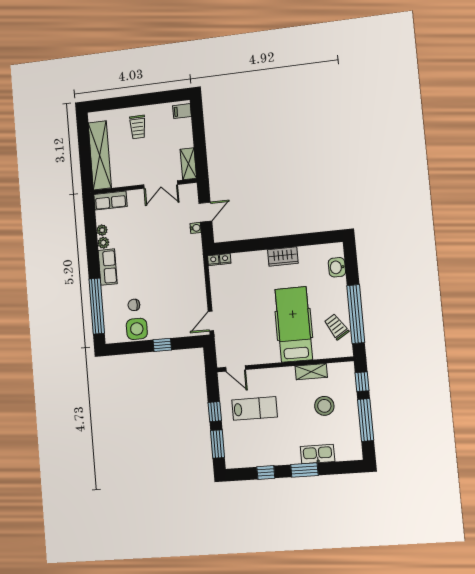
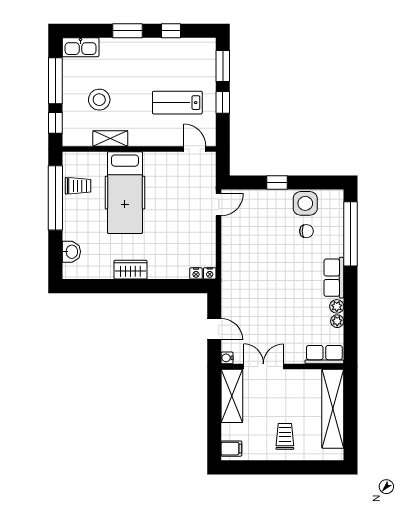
shelving: (188, 164) -> (232, 396), width x1.50, depth x1.33
door: (205, 212) -> (214, 329), swing flipped
water cooler: (196, 228) -> (227, 358), moved
trolley: (336, 327) -> (78, 186), turned -58
kitchen sink: (318, 454) -> (81, 47), moved

